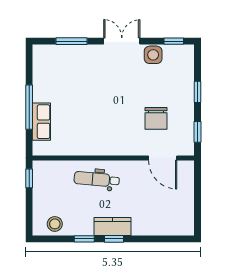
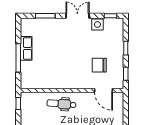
chair: (156, 118) -> (99, 65), turned 90
row of seats: (41, 122) -> (26, 48), moved

